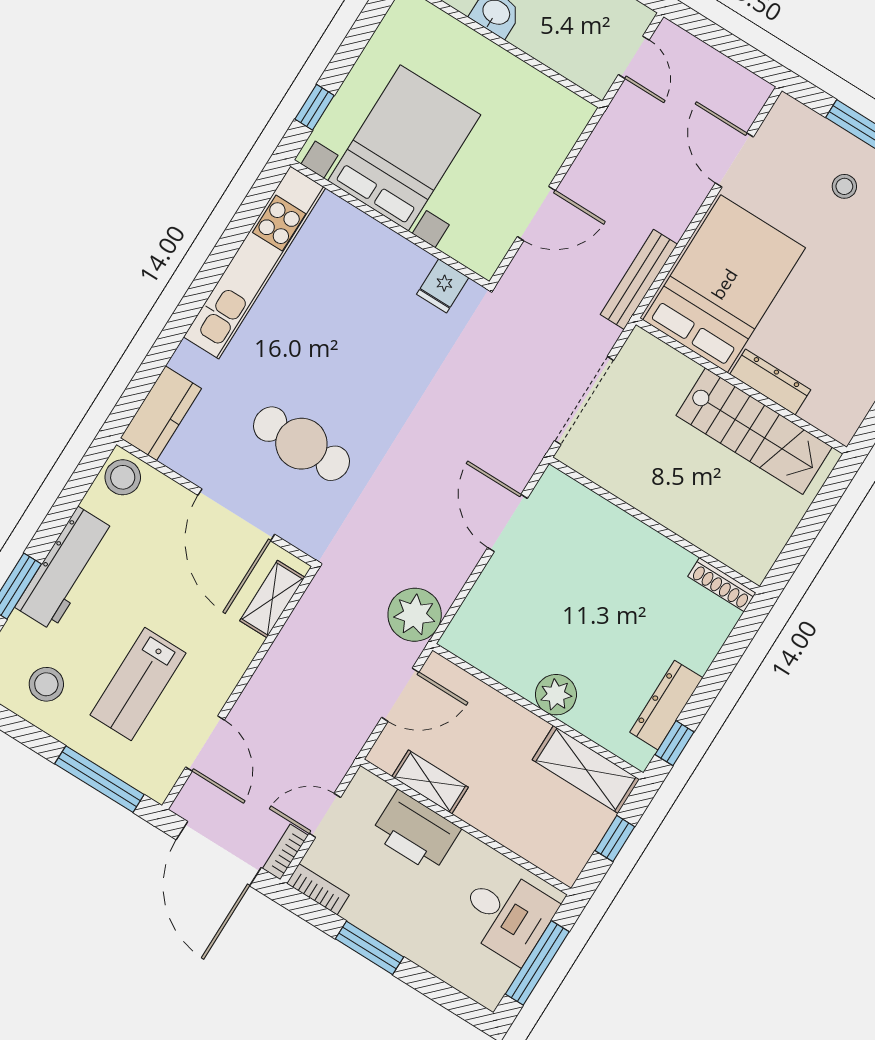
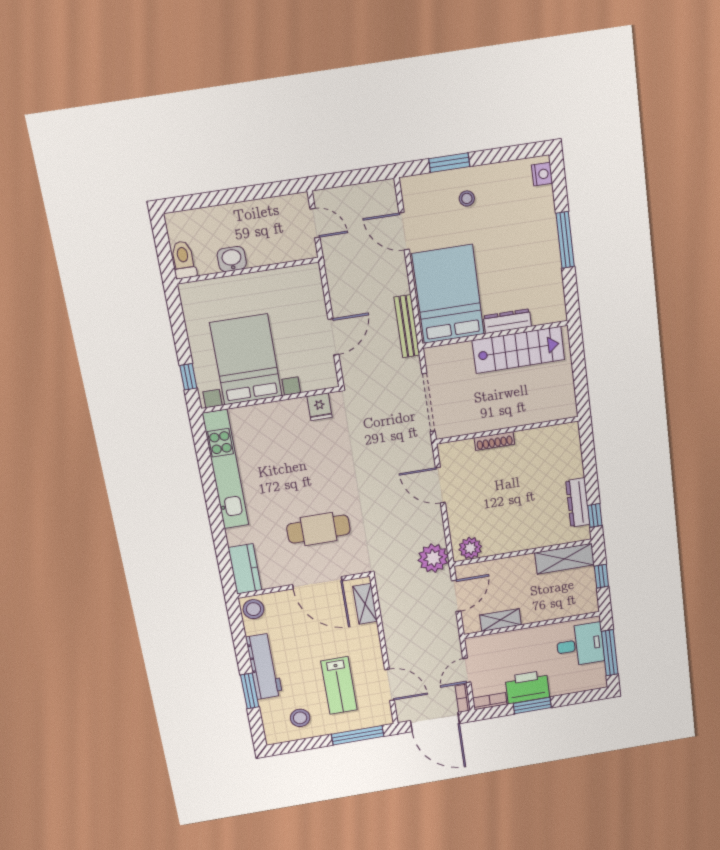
shoe rack: (722, 585) -> (494, 441), moved
plant: (556, 695) -> (470, 548), moved
printer: (416, 832) -> (527, 687), moved, turned 180

